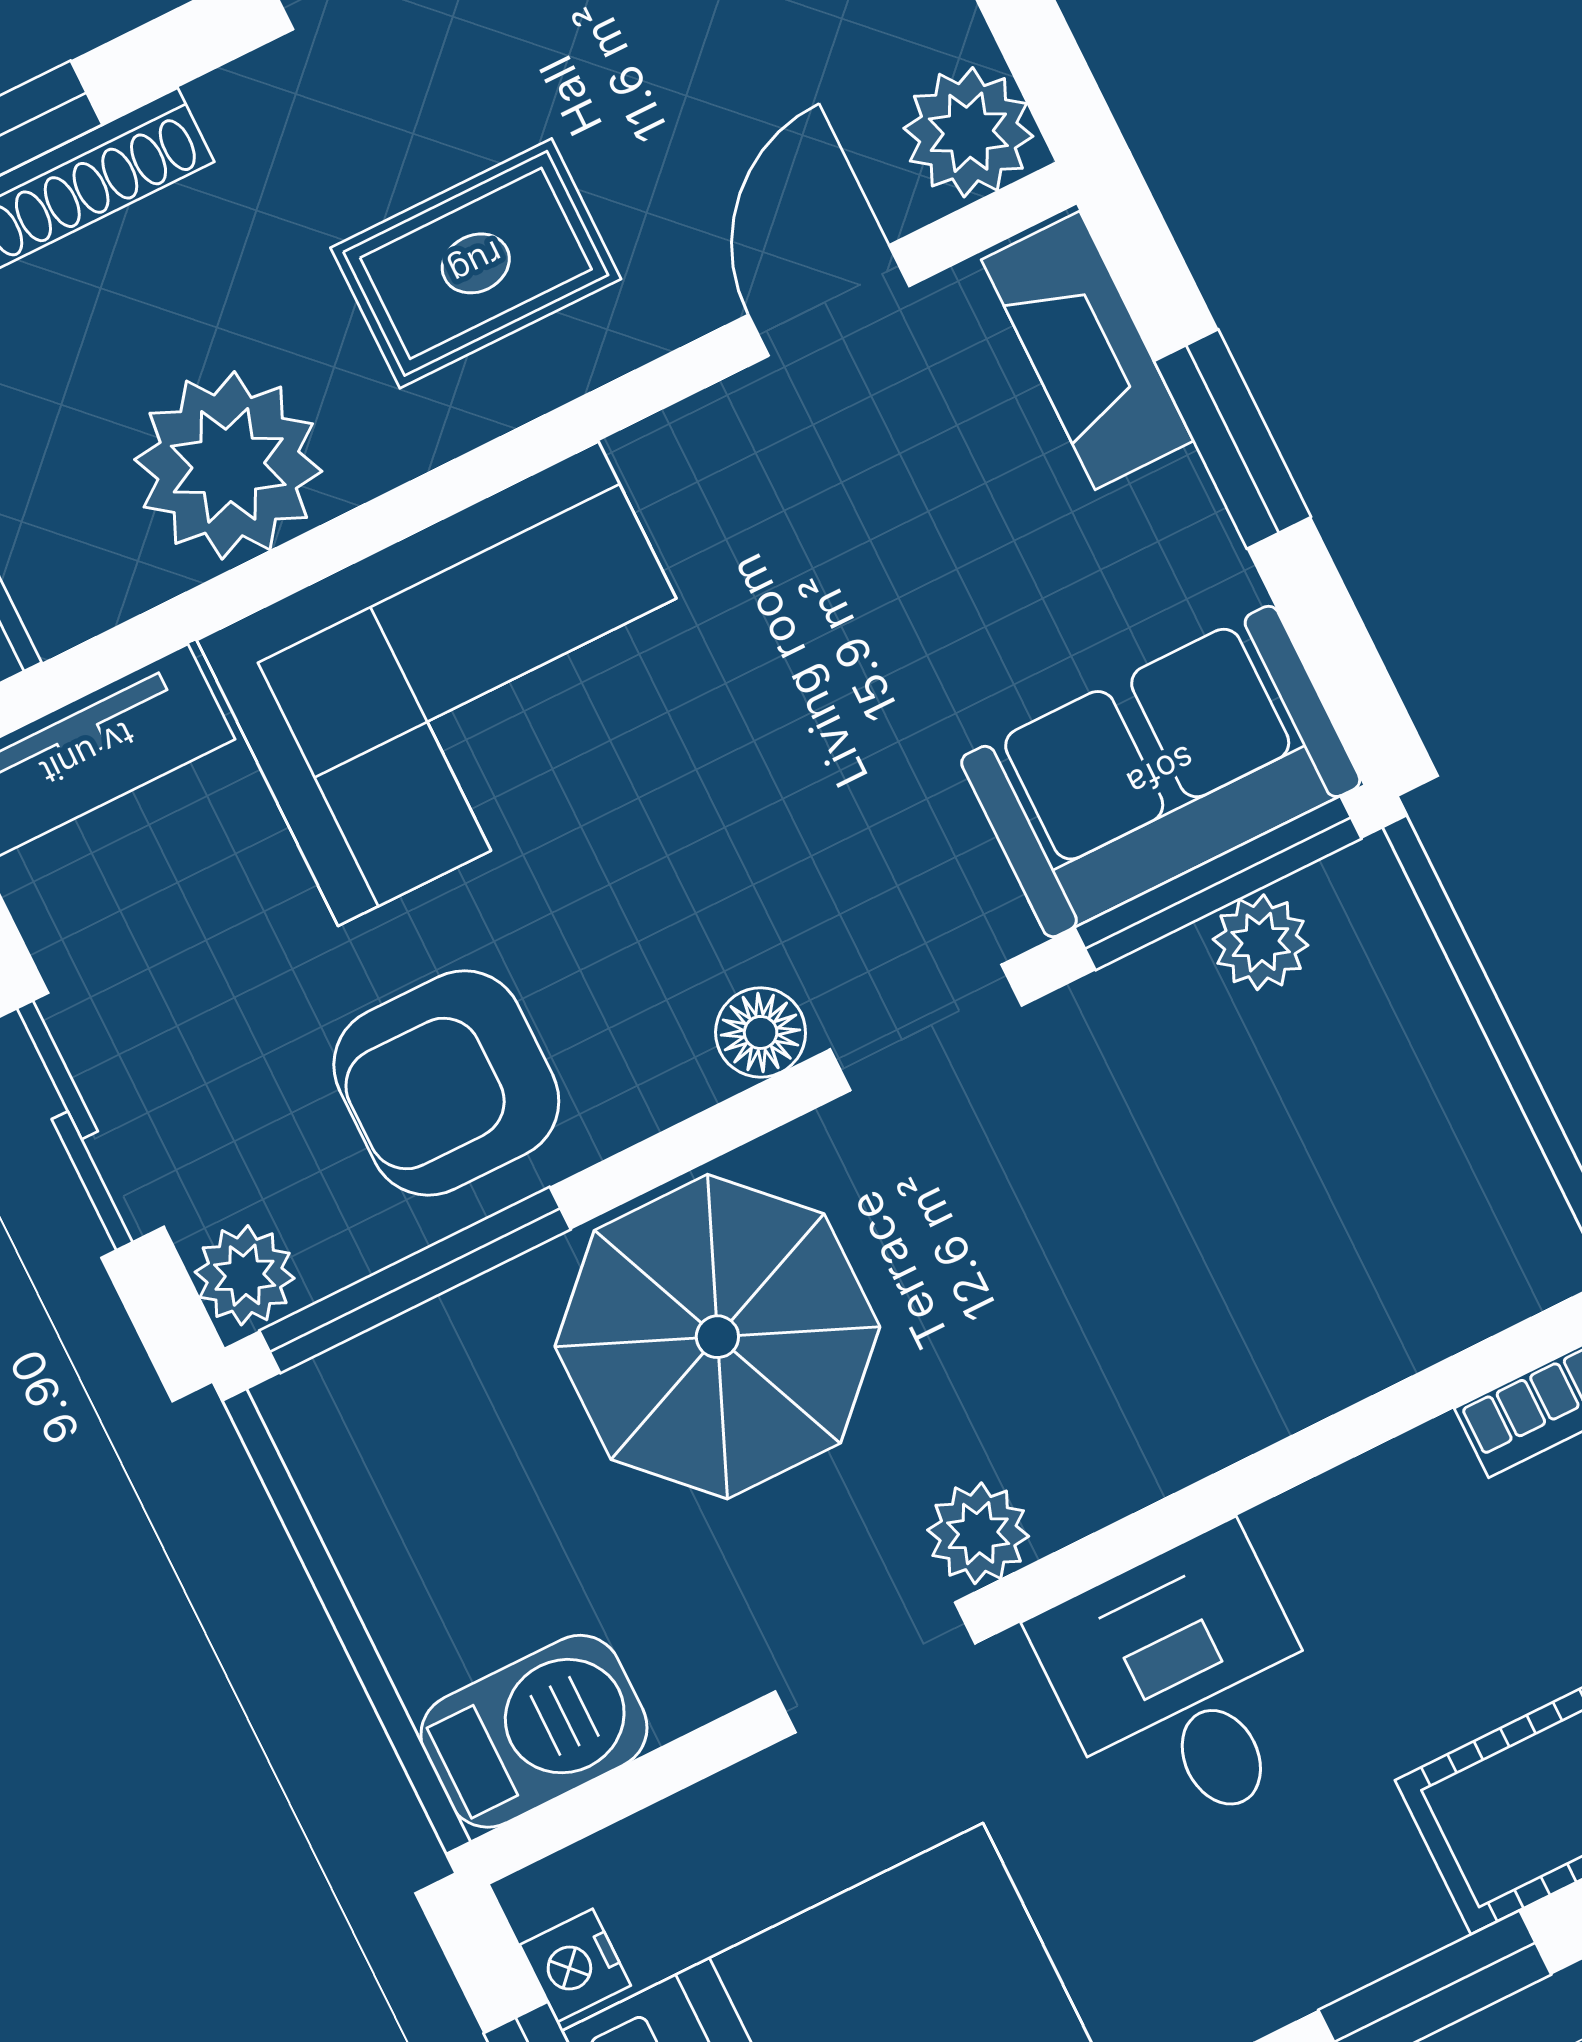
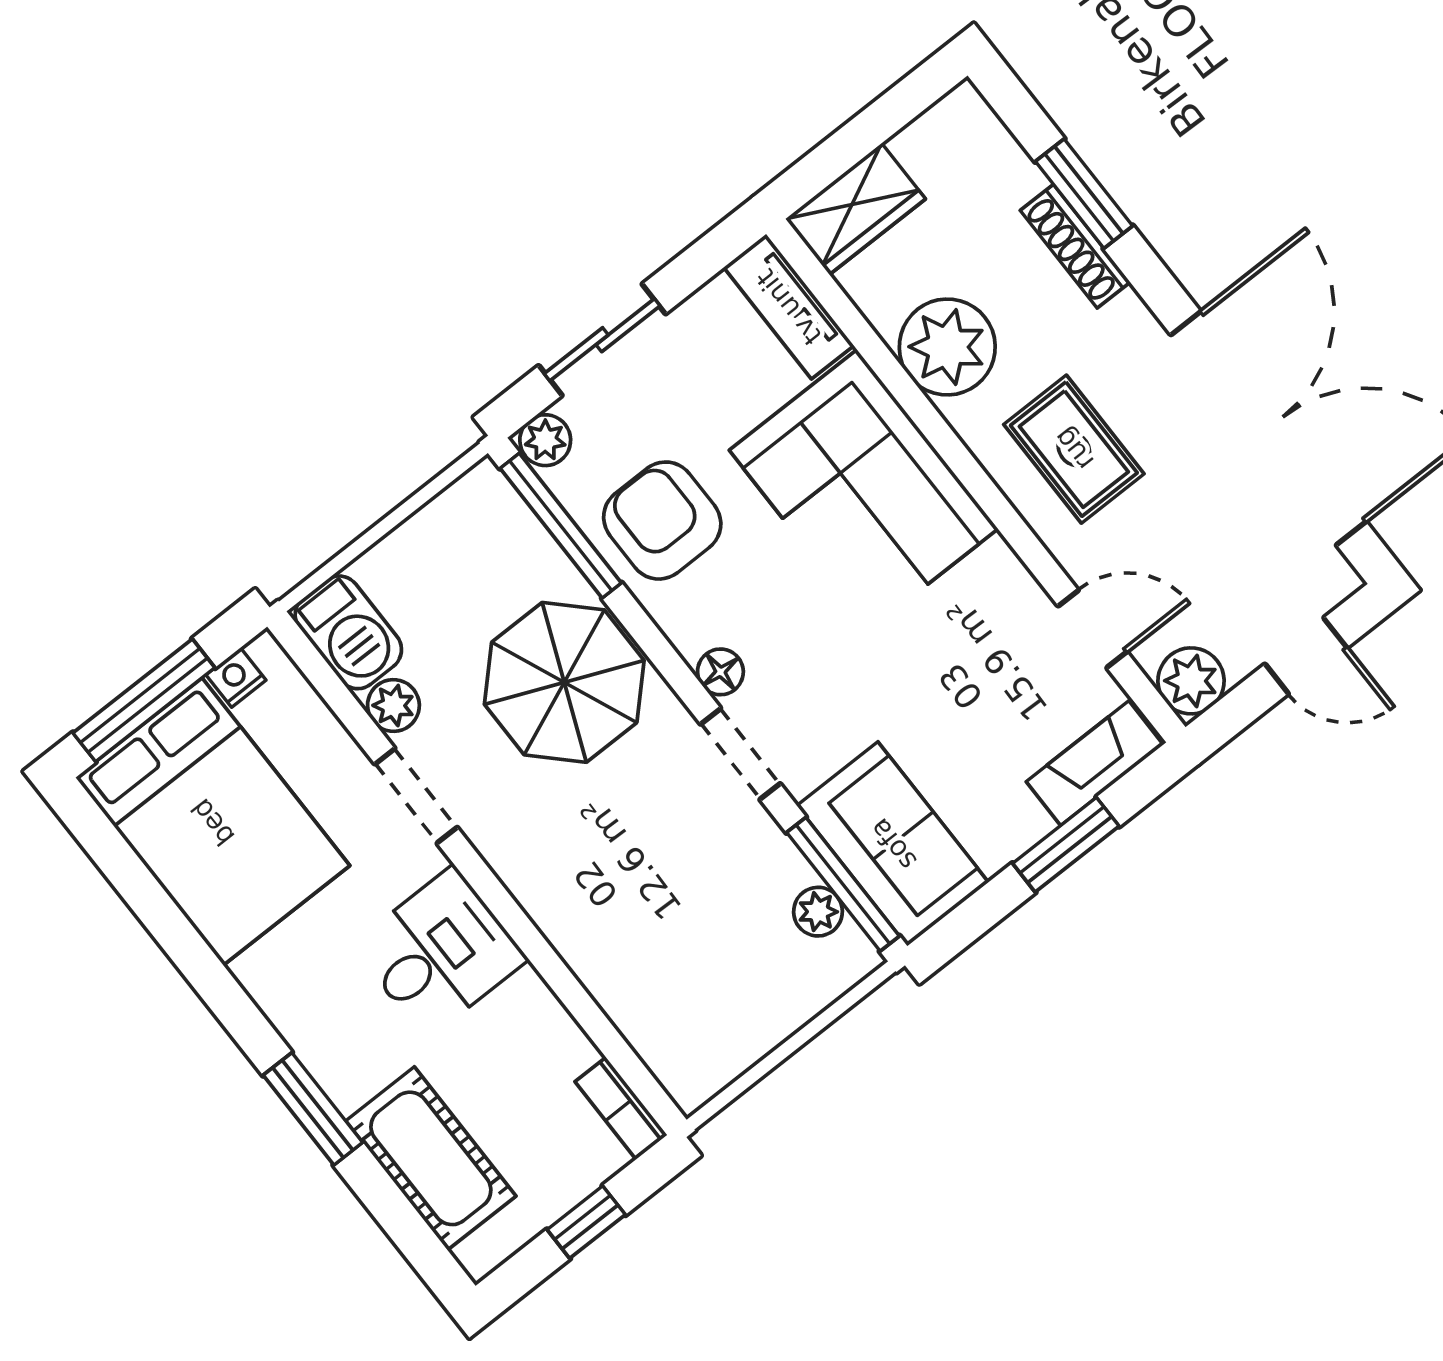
plant: (978, 1533) -> (393, 705), moved

